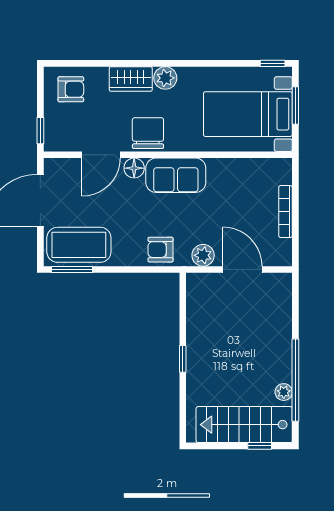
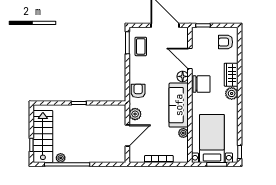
armchair: (71, 89) -> (225, 42), turned 90
plant: (238, 167) -> (183, 133), added
sofa: (176, 175) -> (179, 105), width x1.36
coffee table: (79, 245) -> (141, 46), width x0.54, depth x0.58

